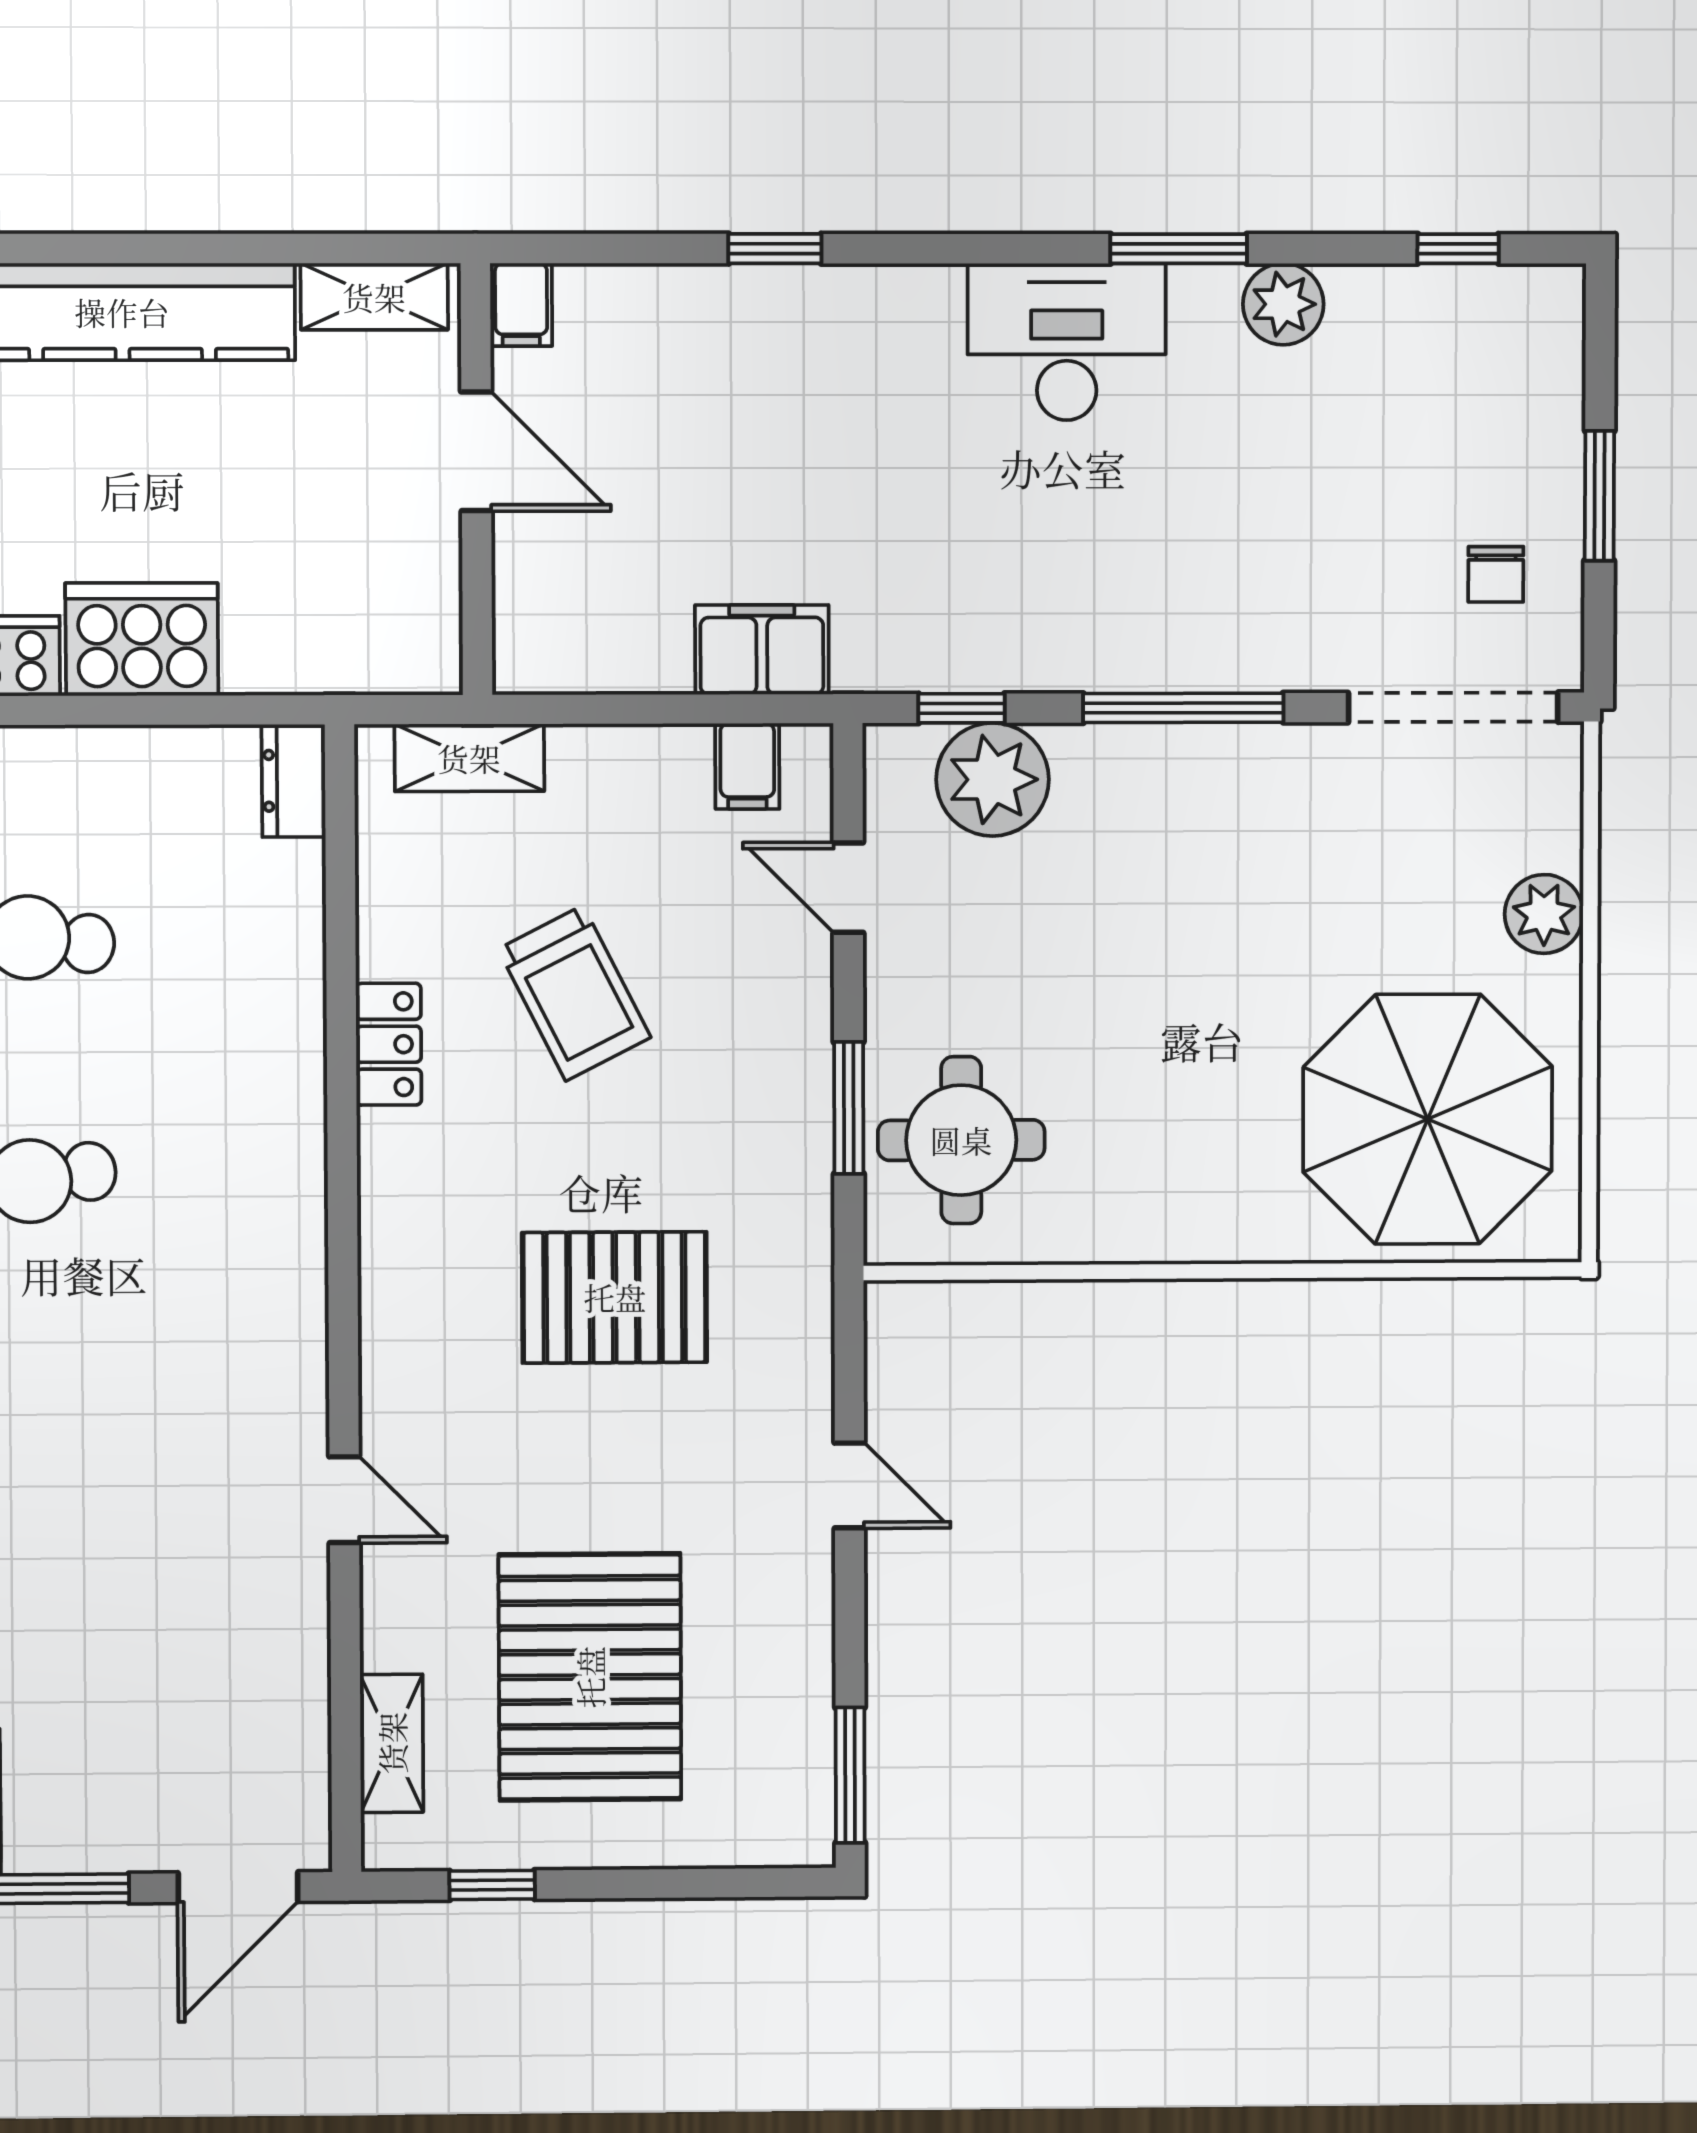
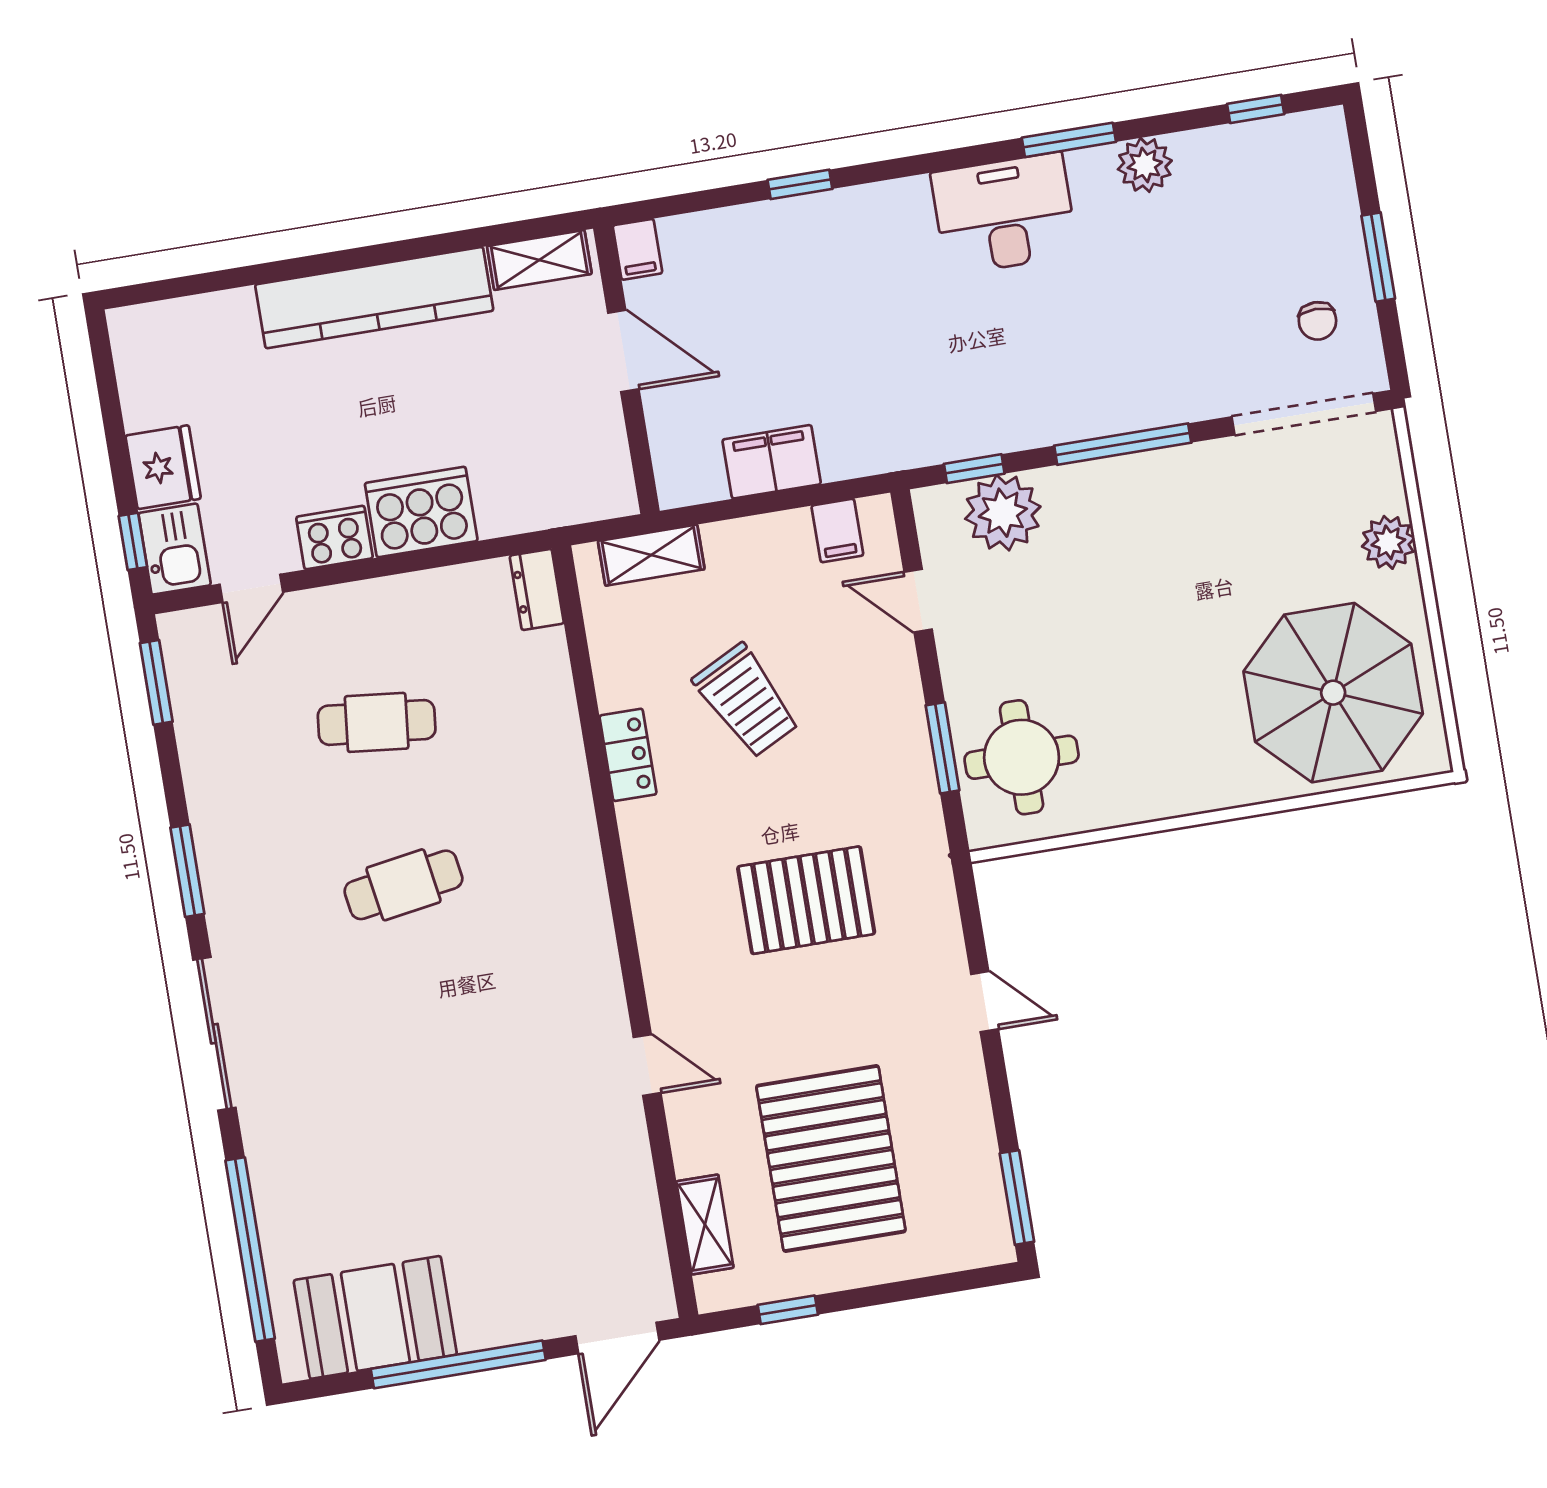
filing cabinet: (762, 650) -> (772, 462), moved

